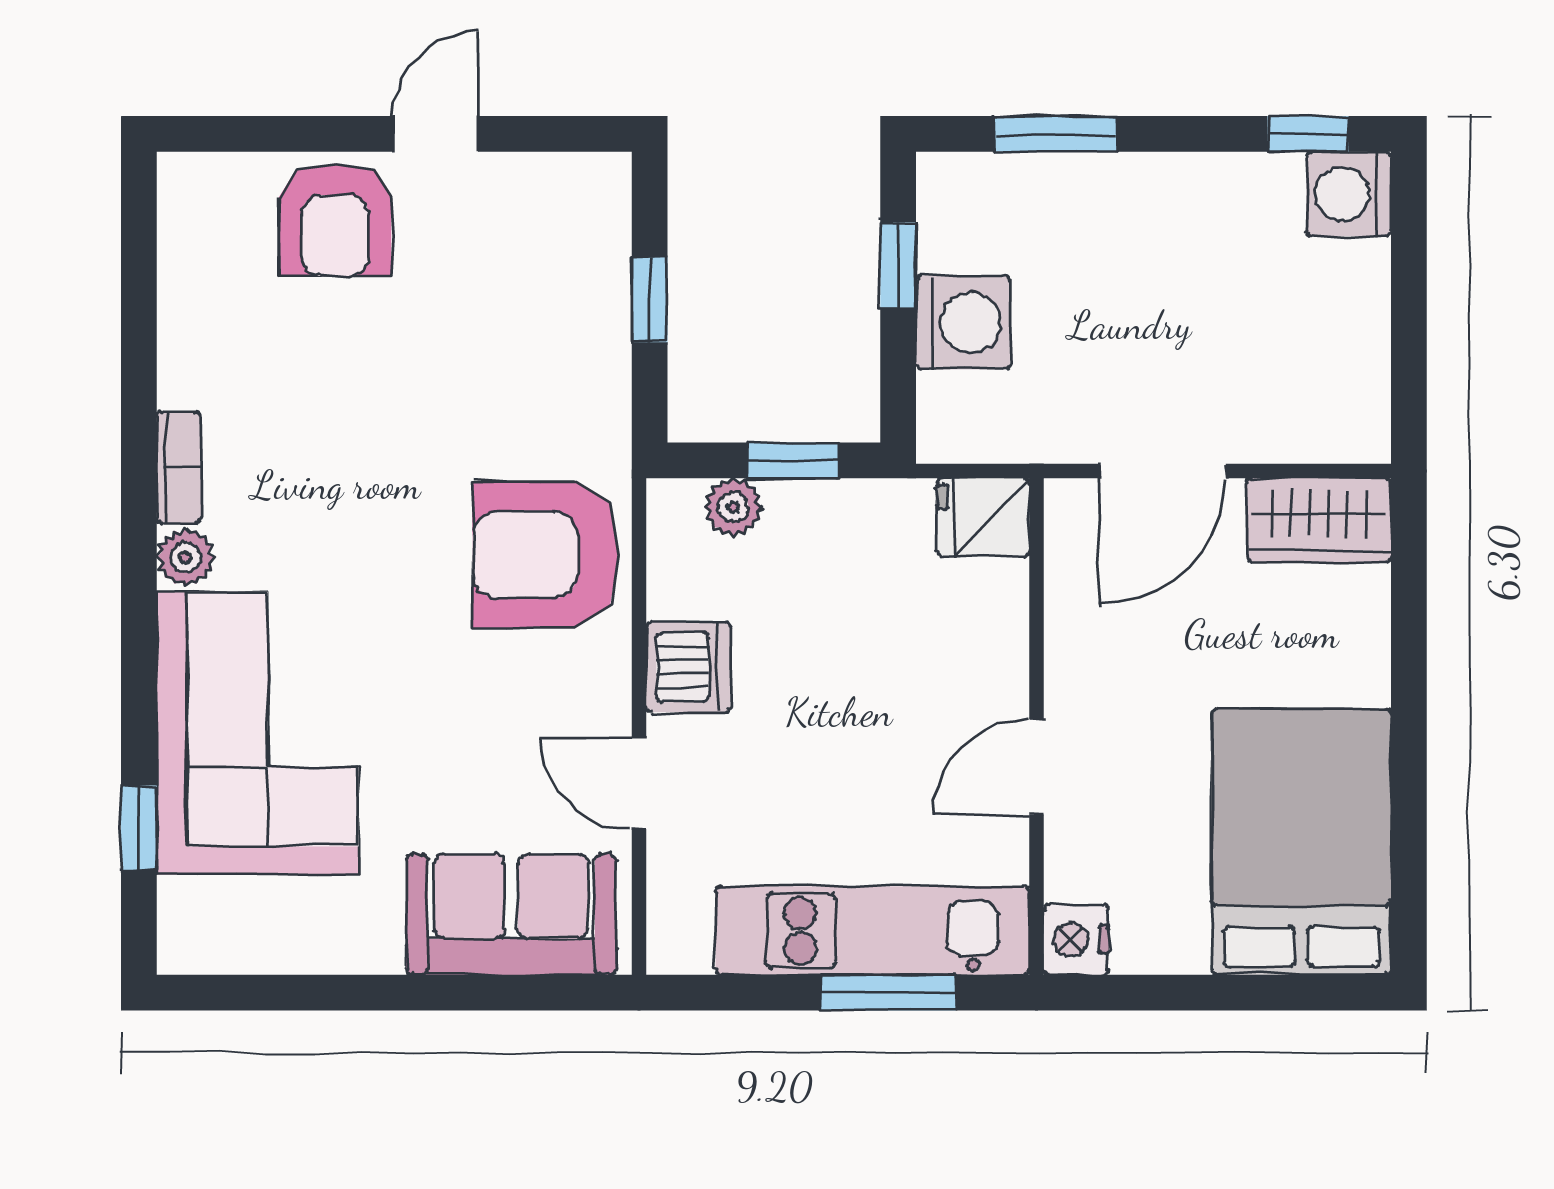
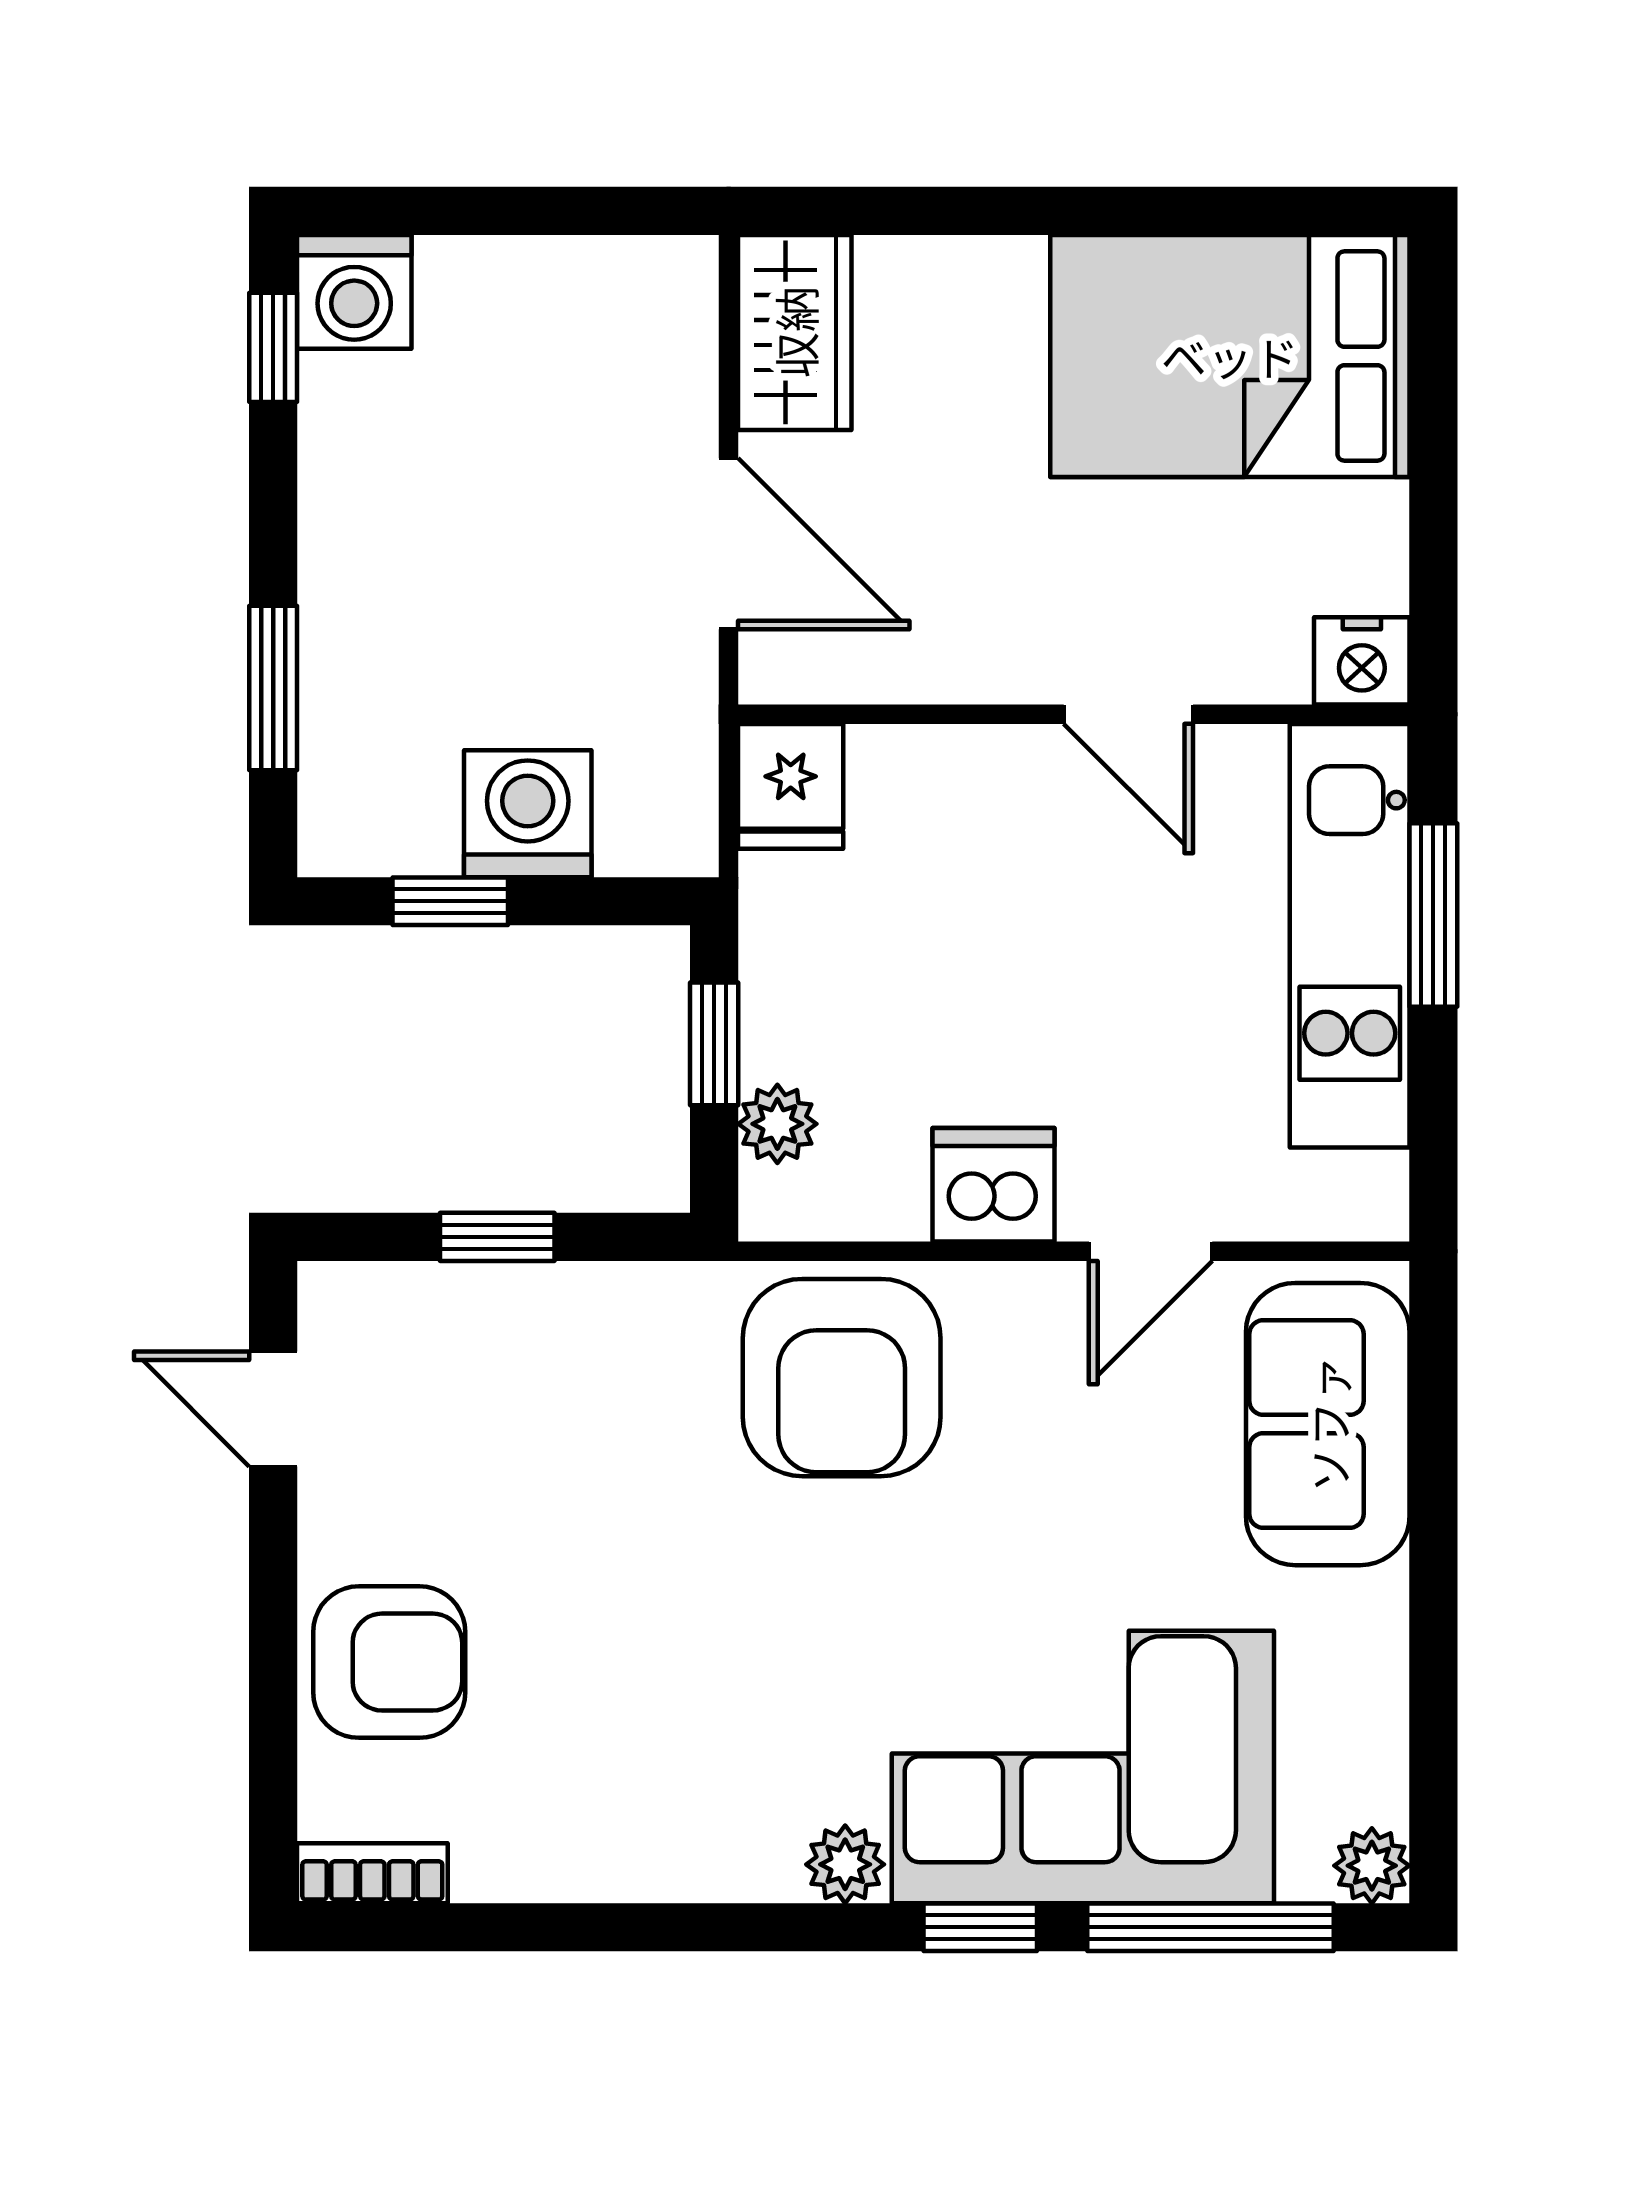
door: (435, 134) -> (273, 1409), moved
bookcase: (179, 467) -> (372, 1873), moved
window: (139, 657) -> (980, 1927), added
window: (139, 828) -> (1210, 1927), width x2.17
plant: (184, 947) -> (1372, 1866), added

